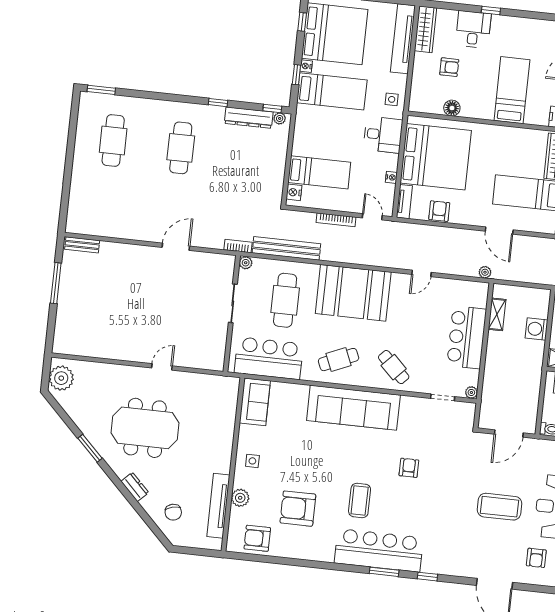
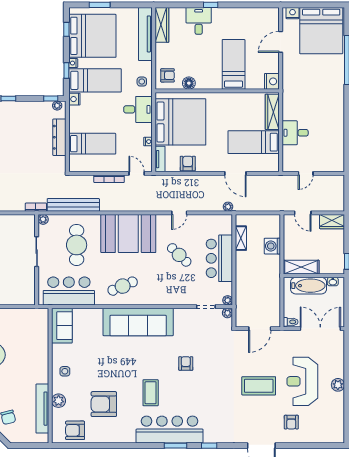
armchair: (449, 67) -> (168, 75), moved
dresser: (249, 118) -> (59, 137), moved, turned 90
nightstand: (294, 192) -> (74, 99), moved
cafe table: (394, 367) -> (179, 255), moved
plant: (469, 409) -> (227, 313), added

